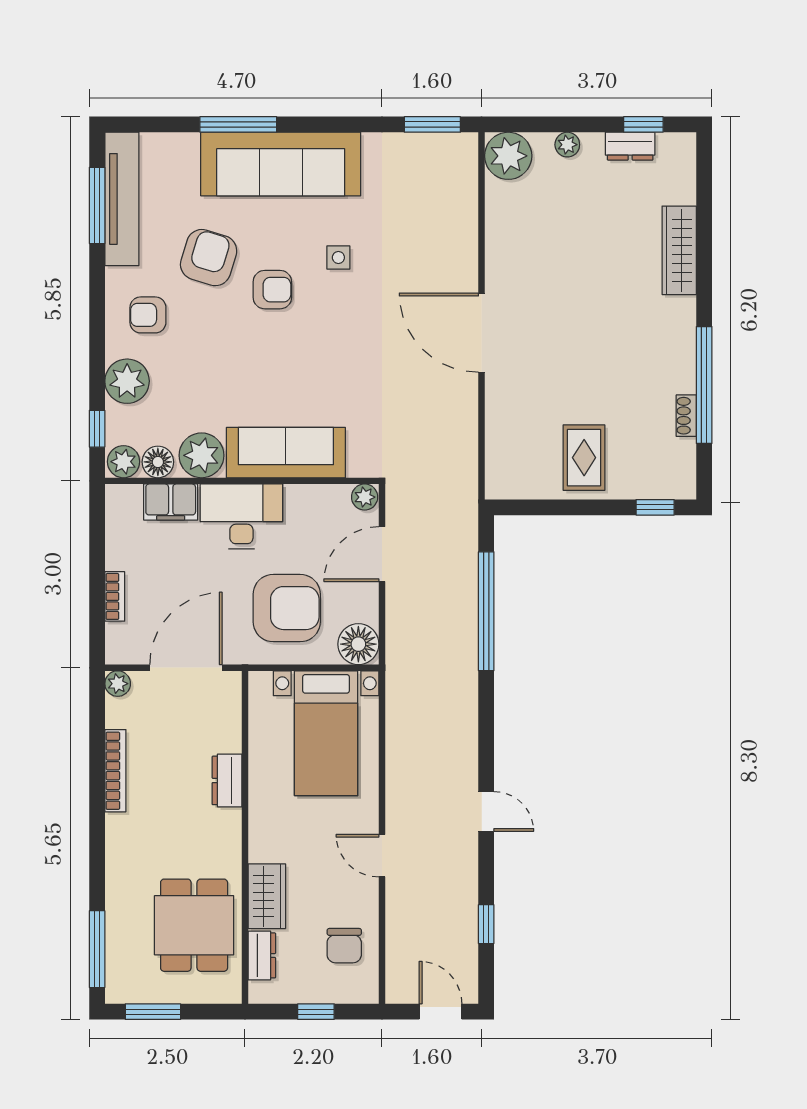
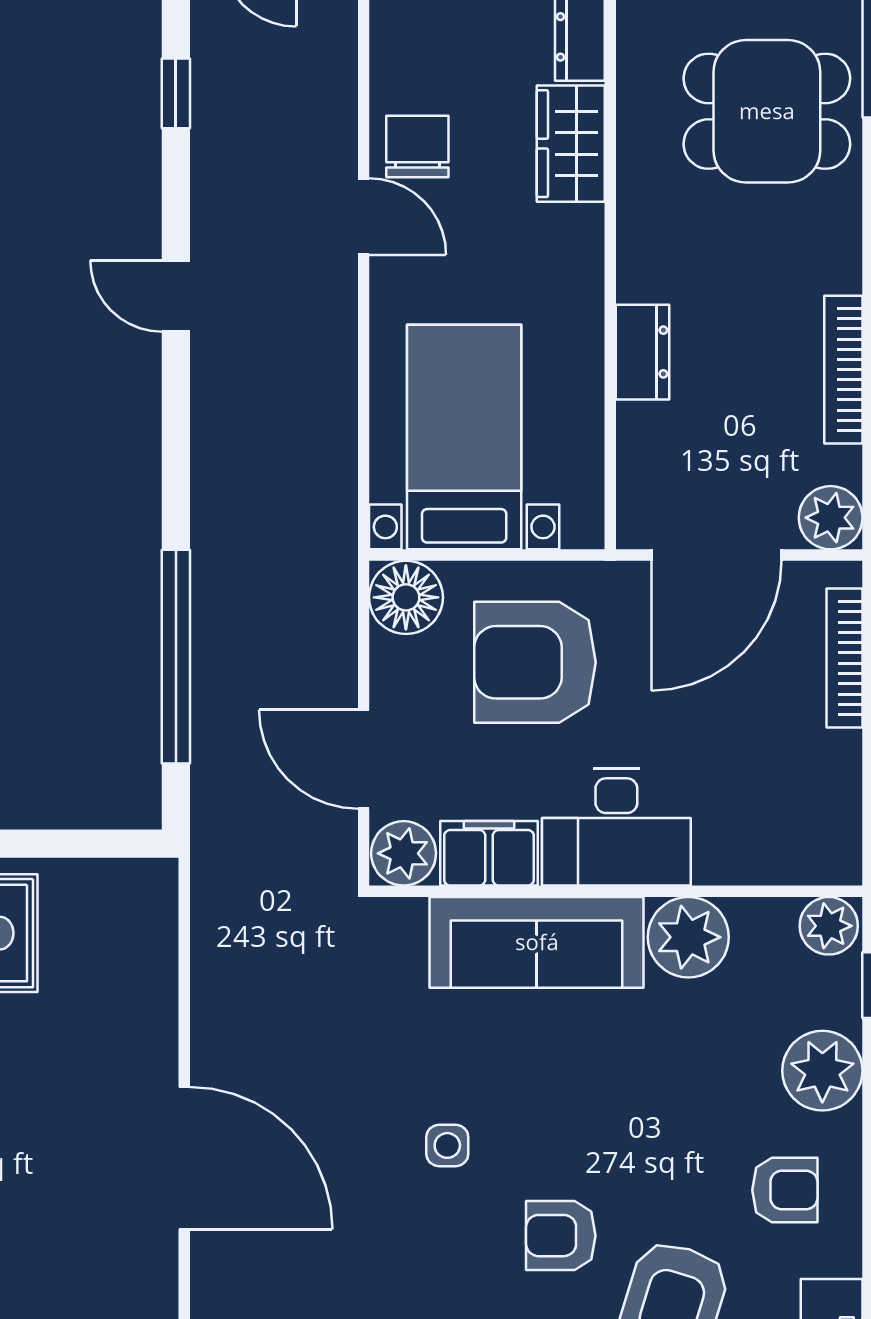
side table: (338, 257) -> (447, 1145), moved
floor lamp: (158, 462) -> (767, 925), removed
plant: (365, 497) -> (404, 853), width x1.38, depth x1.38
filing cabinet: (171, 502) -> (489, 853), moved
door: (382, 554) -> (364, 759), swing flipped
bookcase: (115, 596) -> (845, 658), width x1.56
plant: (118, 684) -> (831, 518), width x1.38, depth x1.38
dining table: (194, 925) -> (767, 111), moved, turned 90
chair: (344, 946) -> (417, 146), moved

